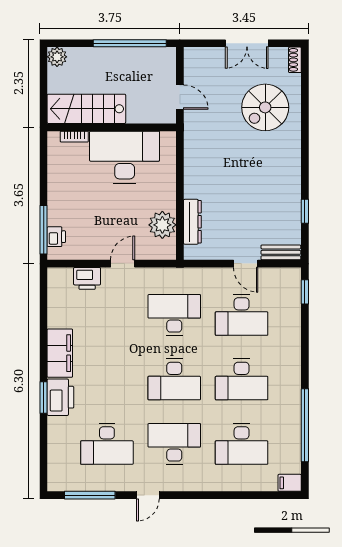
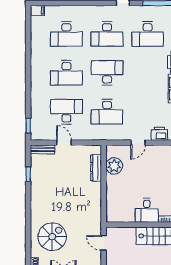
desk: (125, 157) -> (147, 210), width x0.53, depth x0.77
desk: (242, 379) -> (66, 73), turned 180
window: (305, 425) -> (28, 45), removed
desk: (107, 444) -> (148, 34), turned 180
desk: (242, 444) -> (66, 34), turned 180

